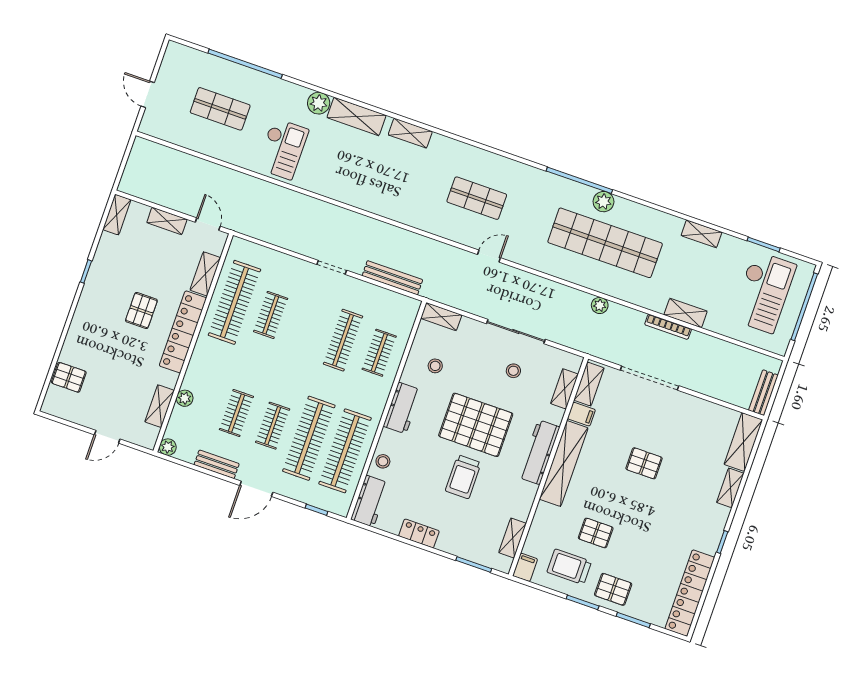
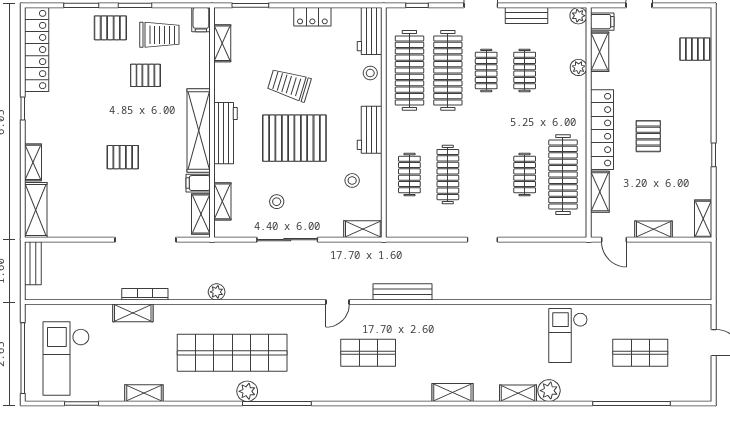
shelving: (357, 116) -> (518, 393), width x0.67, depth x0.75
bench: (392, 278) -> (402, 292), moved
filing cabinet: (147, 434) -> (602, 22), added
trolley: (463, 477) -> (289, 85), turned -73

